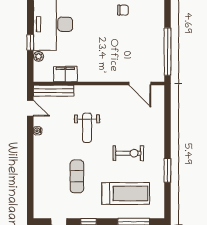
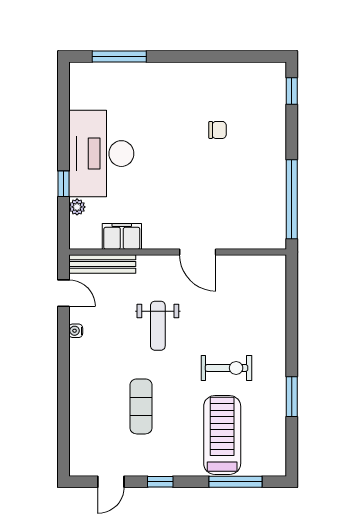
door: (140, 83) -> (198, 252), moved
treadmill: (126, 193) -> (222, 435), turned -90

